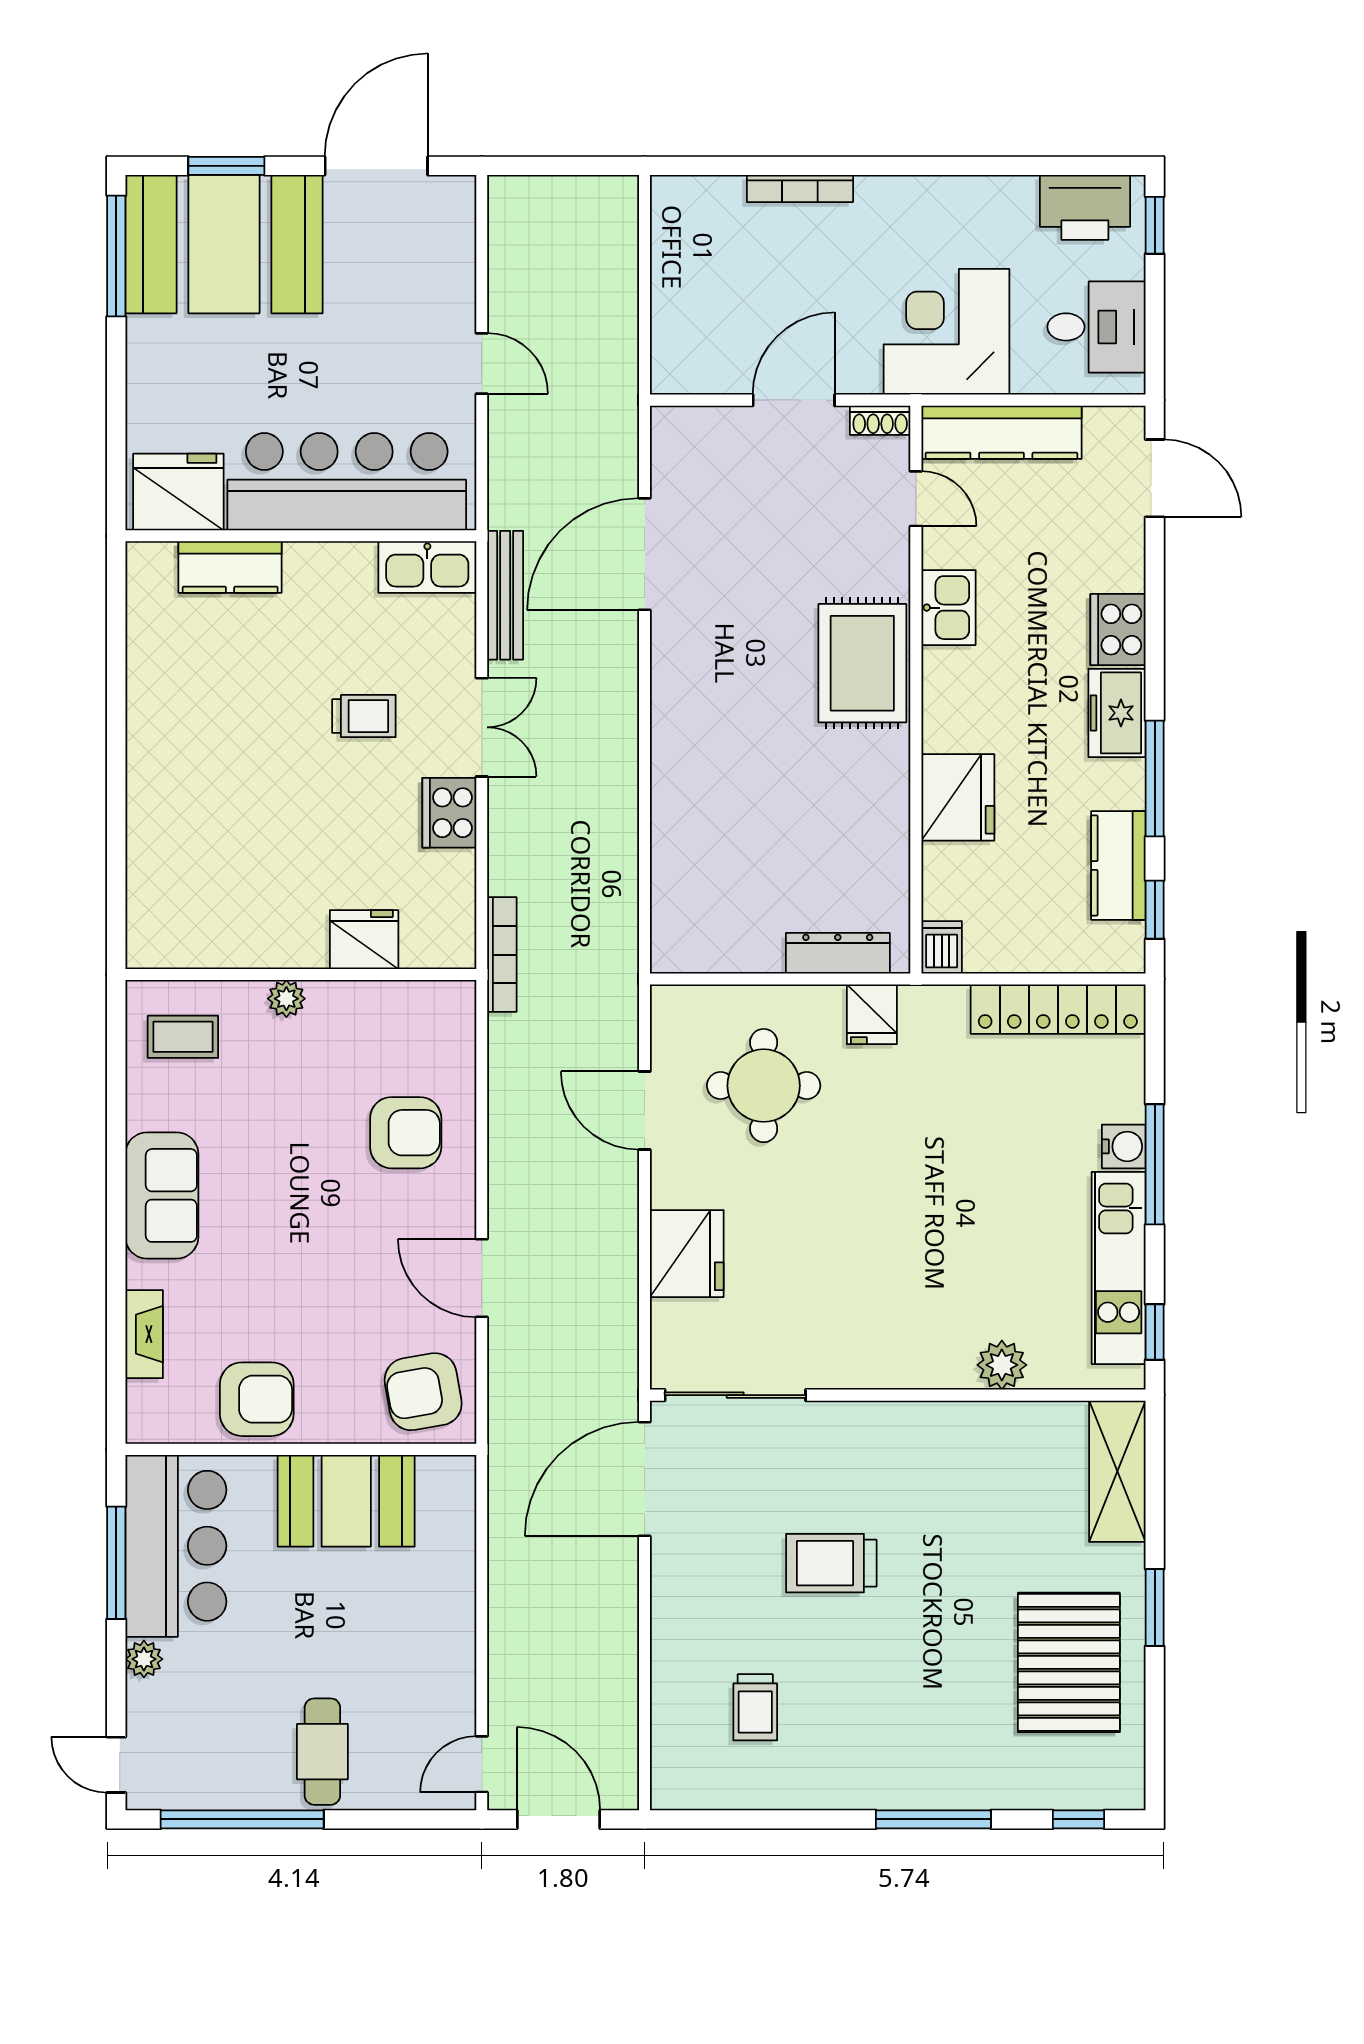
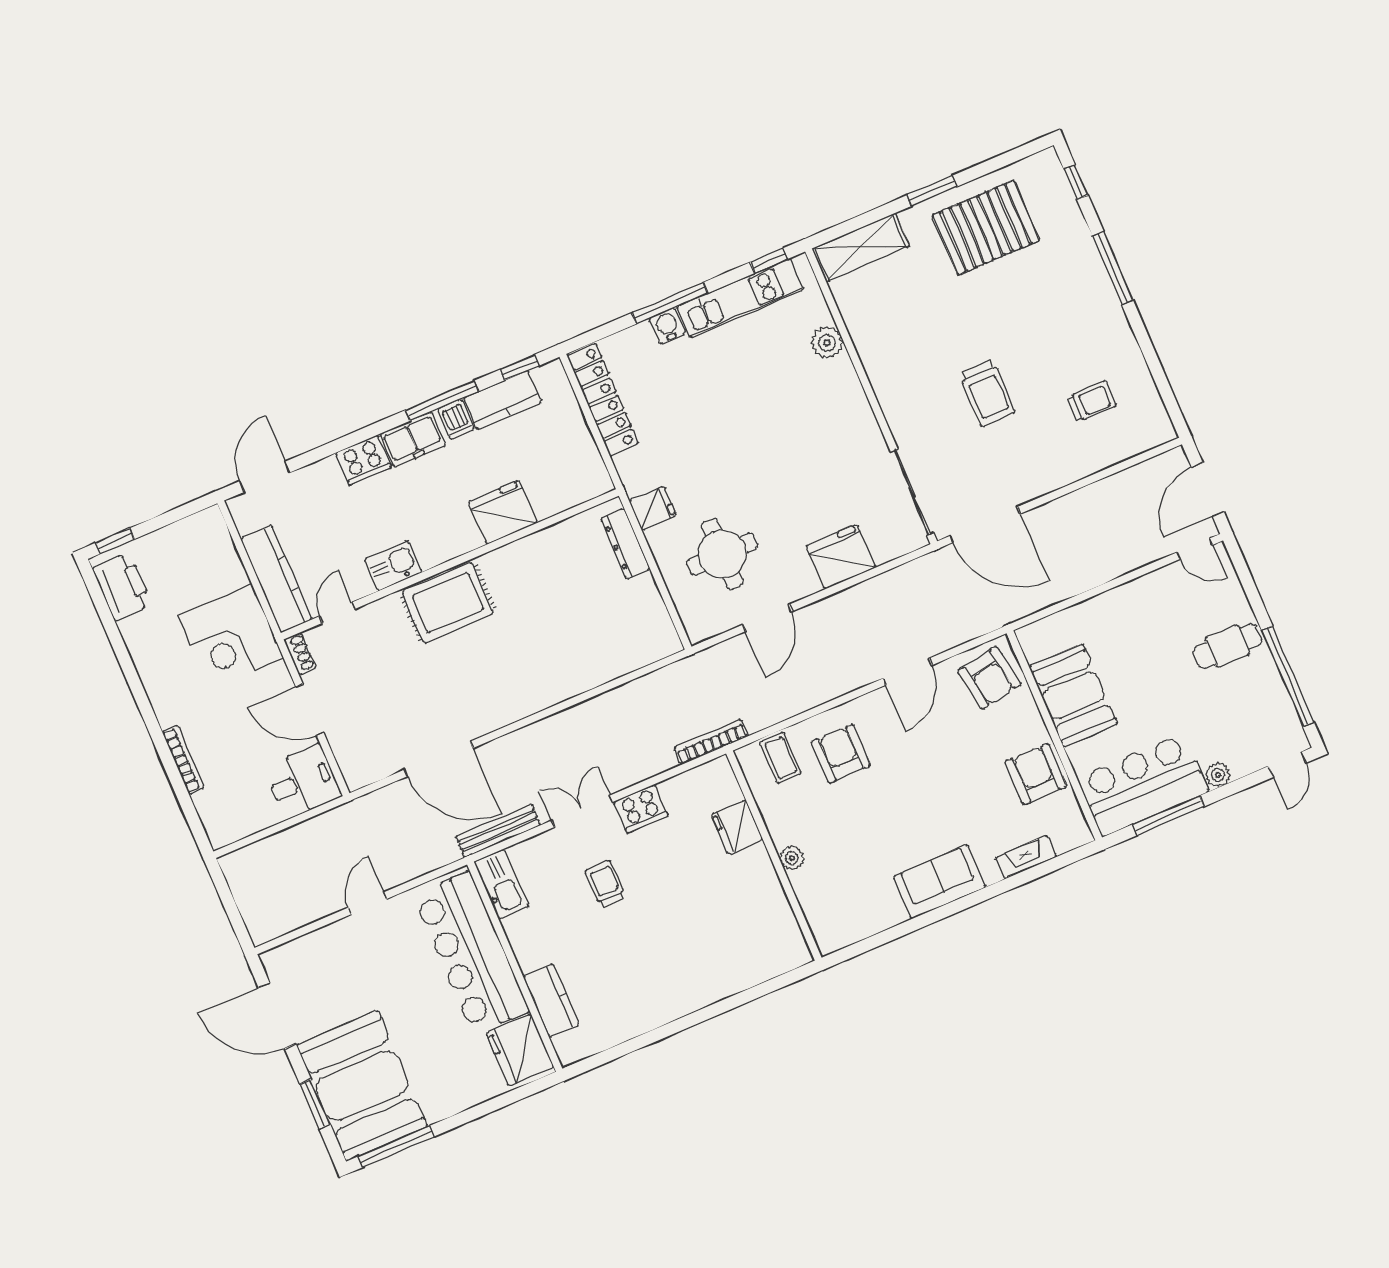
desk: (1096, 327) -> (302, 782), moved, turned 90
dishwasher: (942, 947) -> (456, 419), moved, turned -90
coffee table: (183, 1037) -> (781, 758), moved

